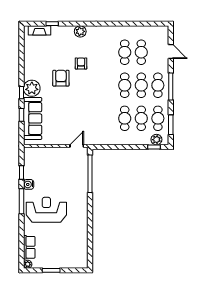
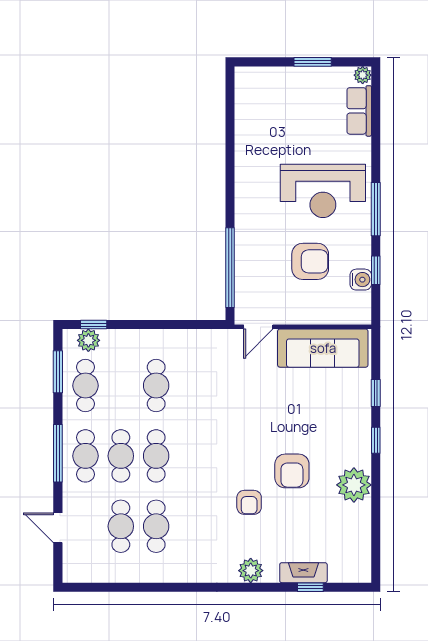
fireplace: (39, 30) -> (303, 573), moved
plant: (32, 88) -> (354, 485), moved
sofa: (33, 118) -> (323, 348), moved, turned -90
cafe table: (141, 118) -> (121, 386), removed
armchair: (52, 177) -> (310, 261), added
water cooler: (29, 184) -> (361, 280), moved

